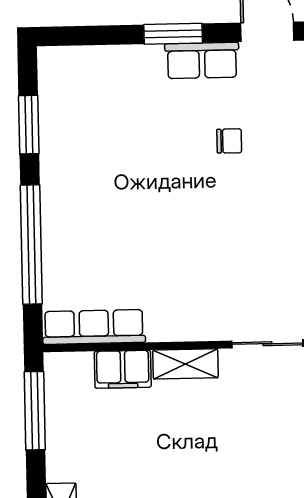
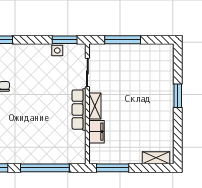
row of seats: (94, 327) -> (79, 110), moved

